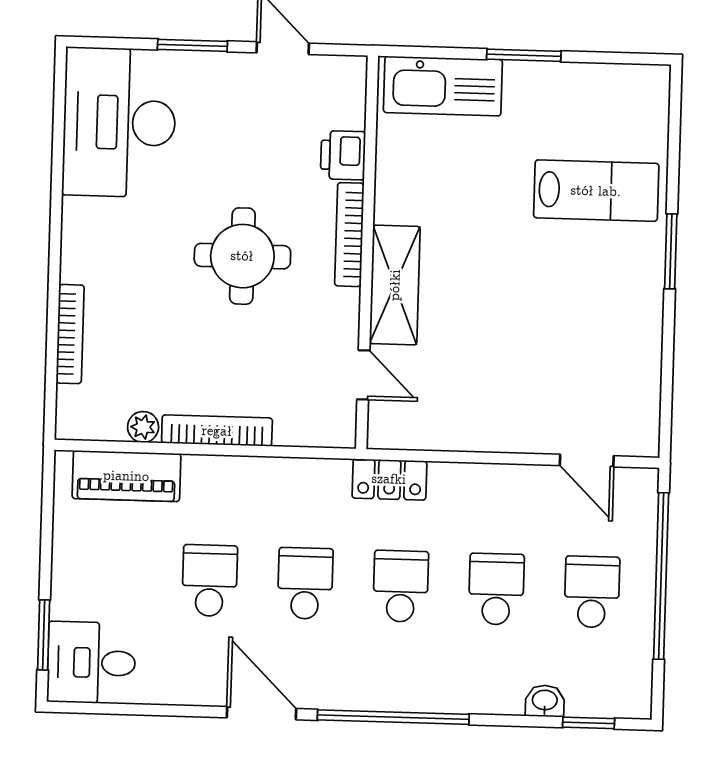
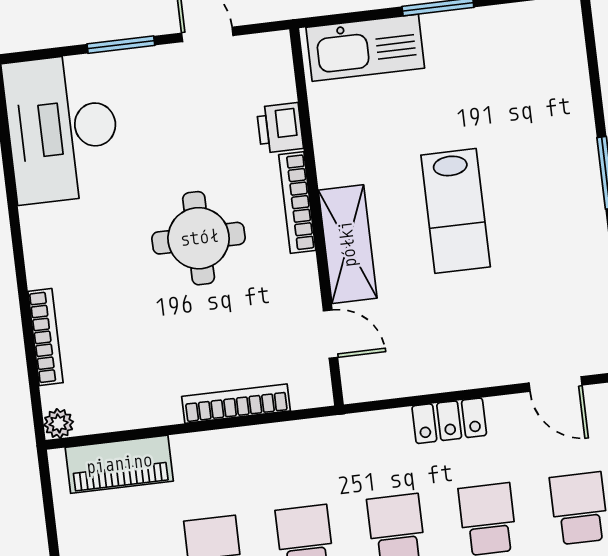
lab bench: (596, 191) -> (456, 211), moved, turned 90
plant: (143, 427) -> (59, 423), moved
bookcase: (217, 431) -> (236, 404), moved
locker: (389, 479) -> (449, 421), moved

